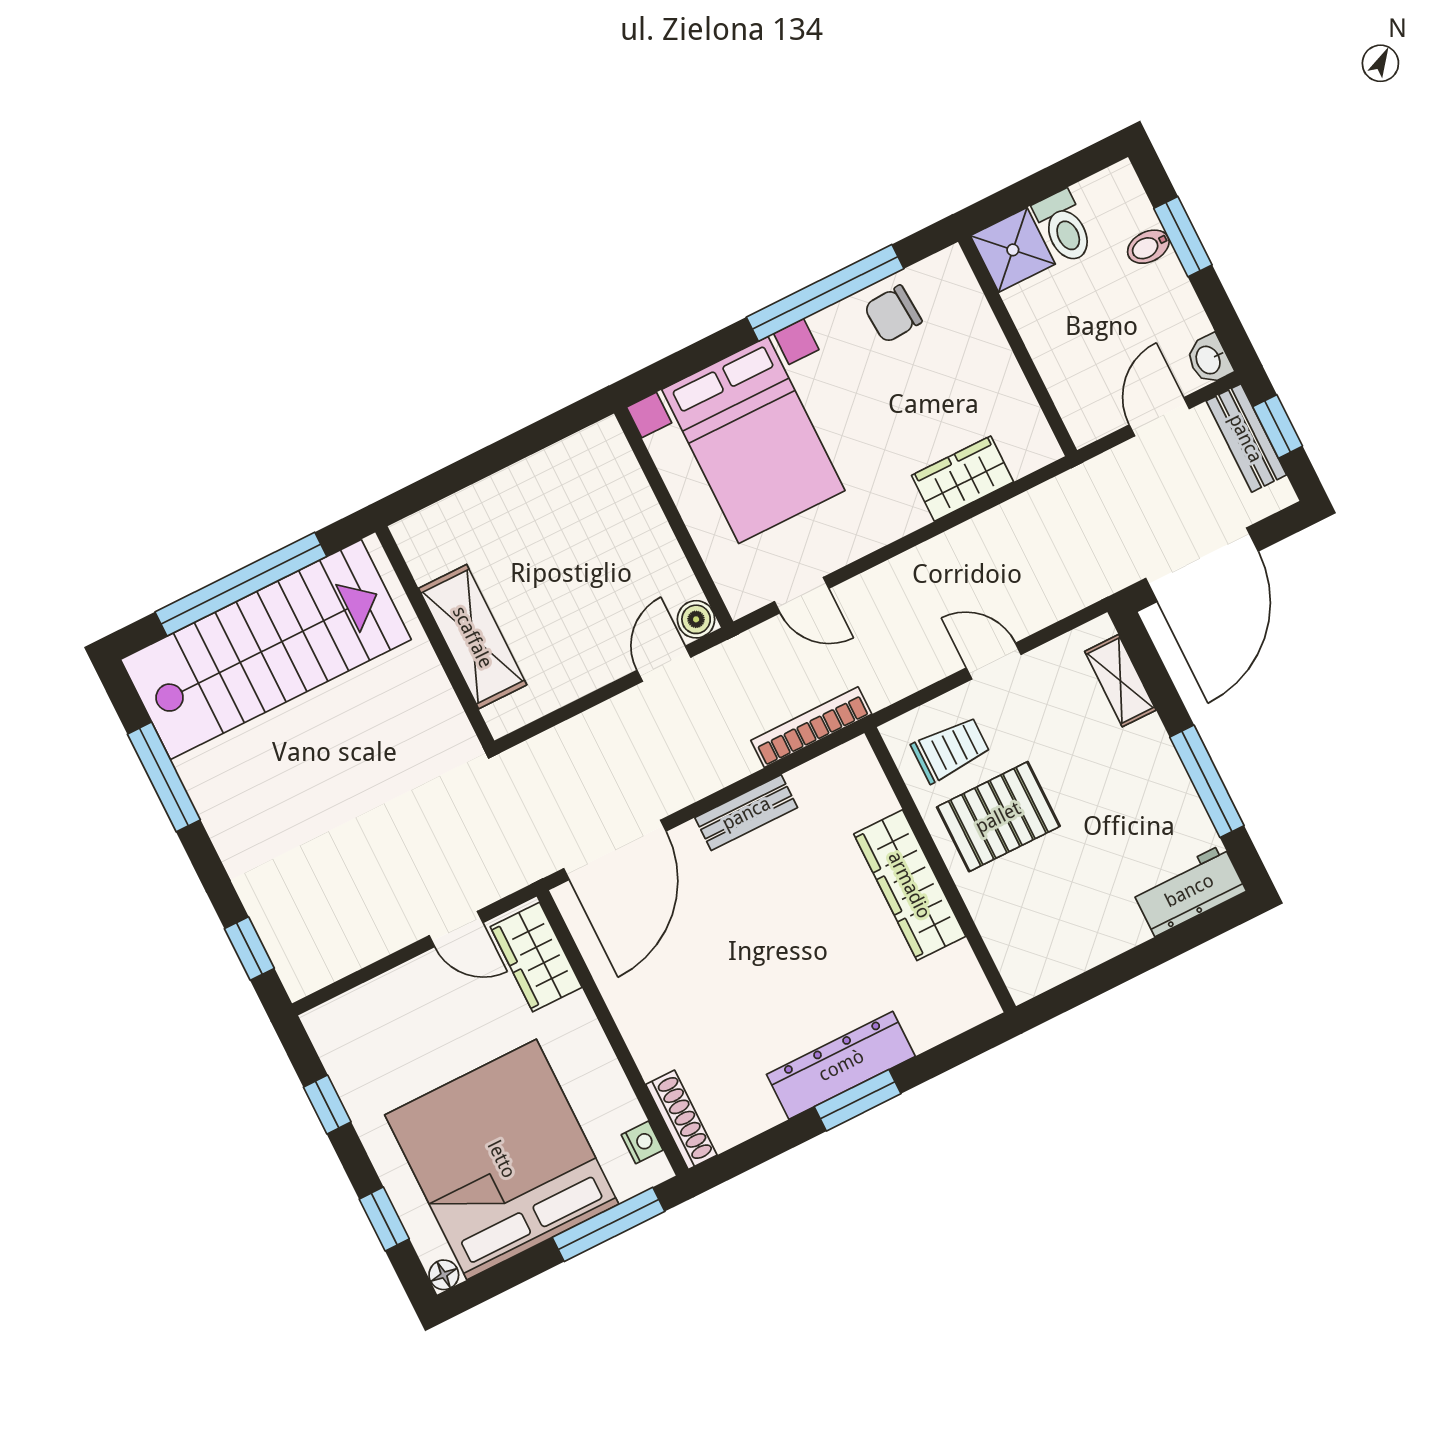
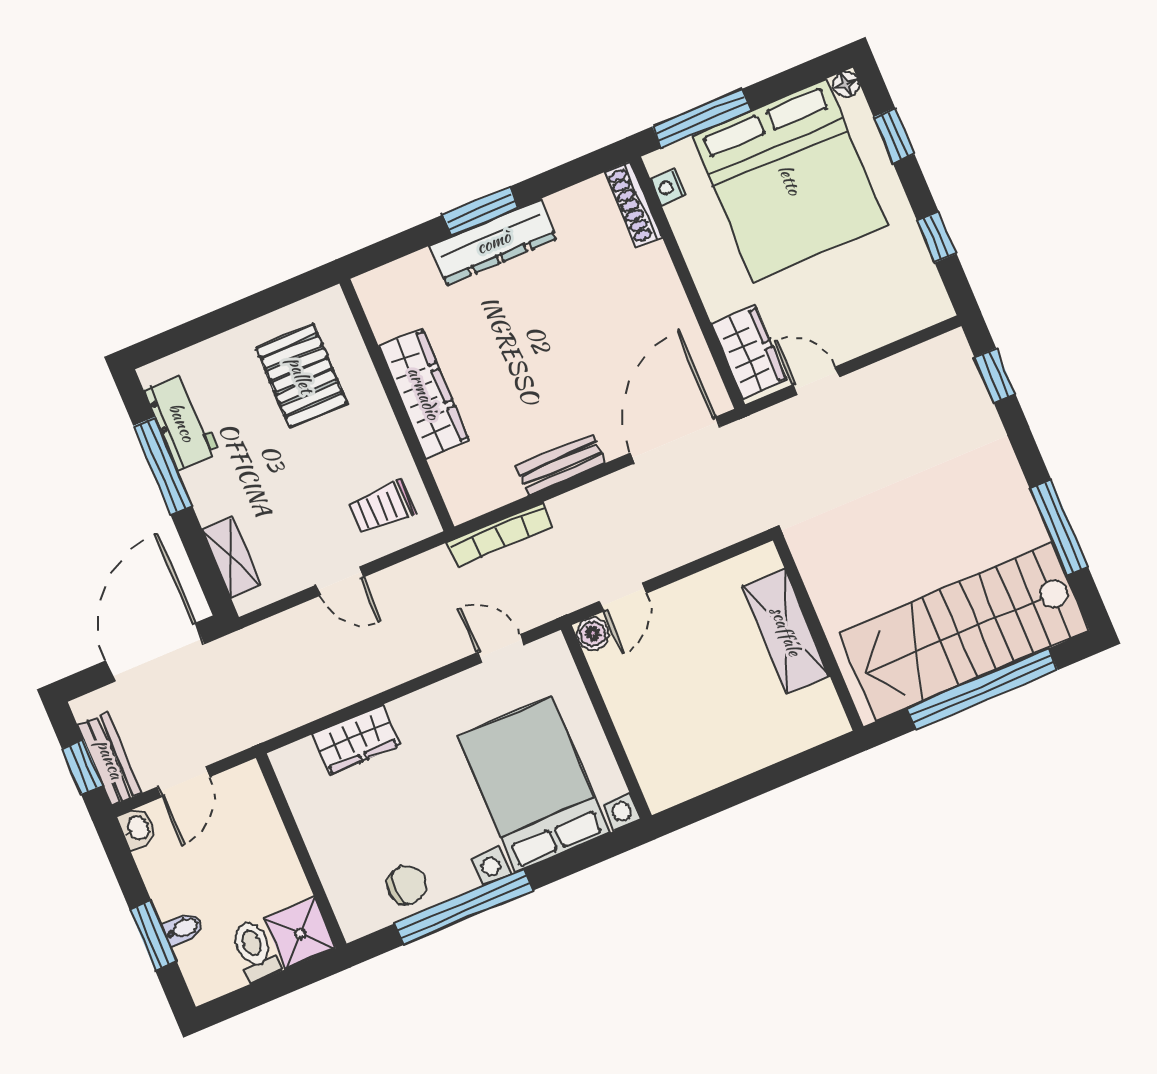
pallet: (998, 817) -> (301, 375), moved, turned 90
workbench: (1189, 890) -> (182, 422), moved, turned -90

